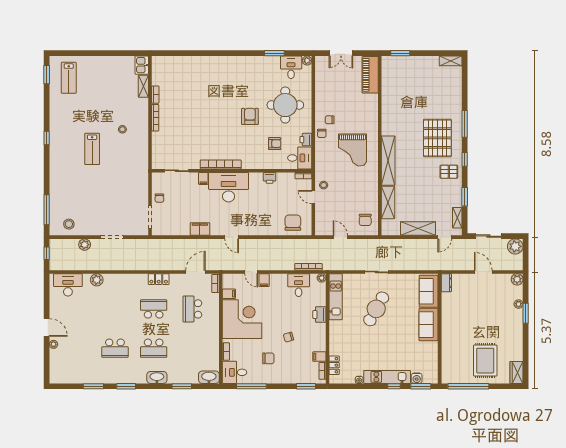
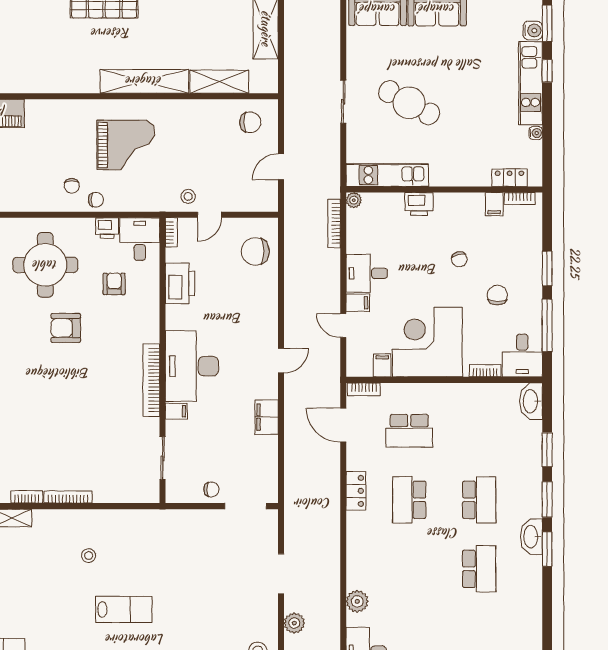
printer: (270, 178) -> (180, 283), width x1.87, depth x1.48
door: (251, 272) -> (343, 326), swing flipped
desk: (299, 285) -> (367, 273), moved
washbasin: (157, 377) -> (531, 537), moved
window: (93, 386) -> (547, 499), moved
window: (306, 386) -> (547, 268), moved

